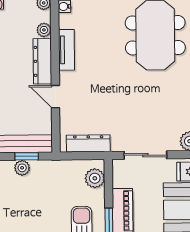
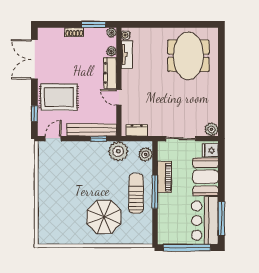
tv unit: (66, 50) -> (127, 55), moved
dresser: (88, 143) -> (137, 130), width x0.70
plant: (22, 168) -> (118, 151), moved, width x1.88, depth x1.88

